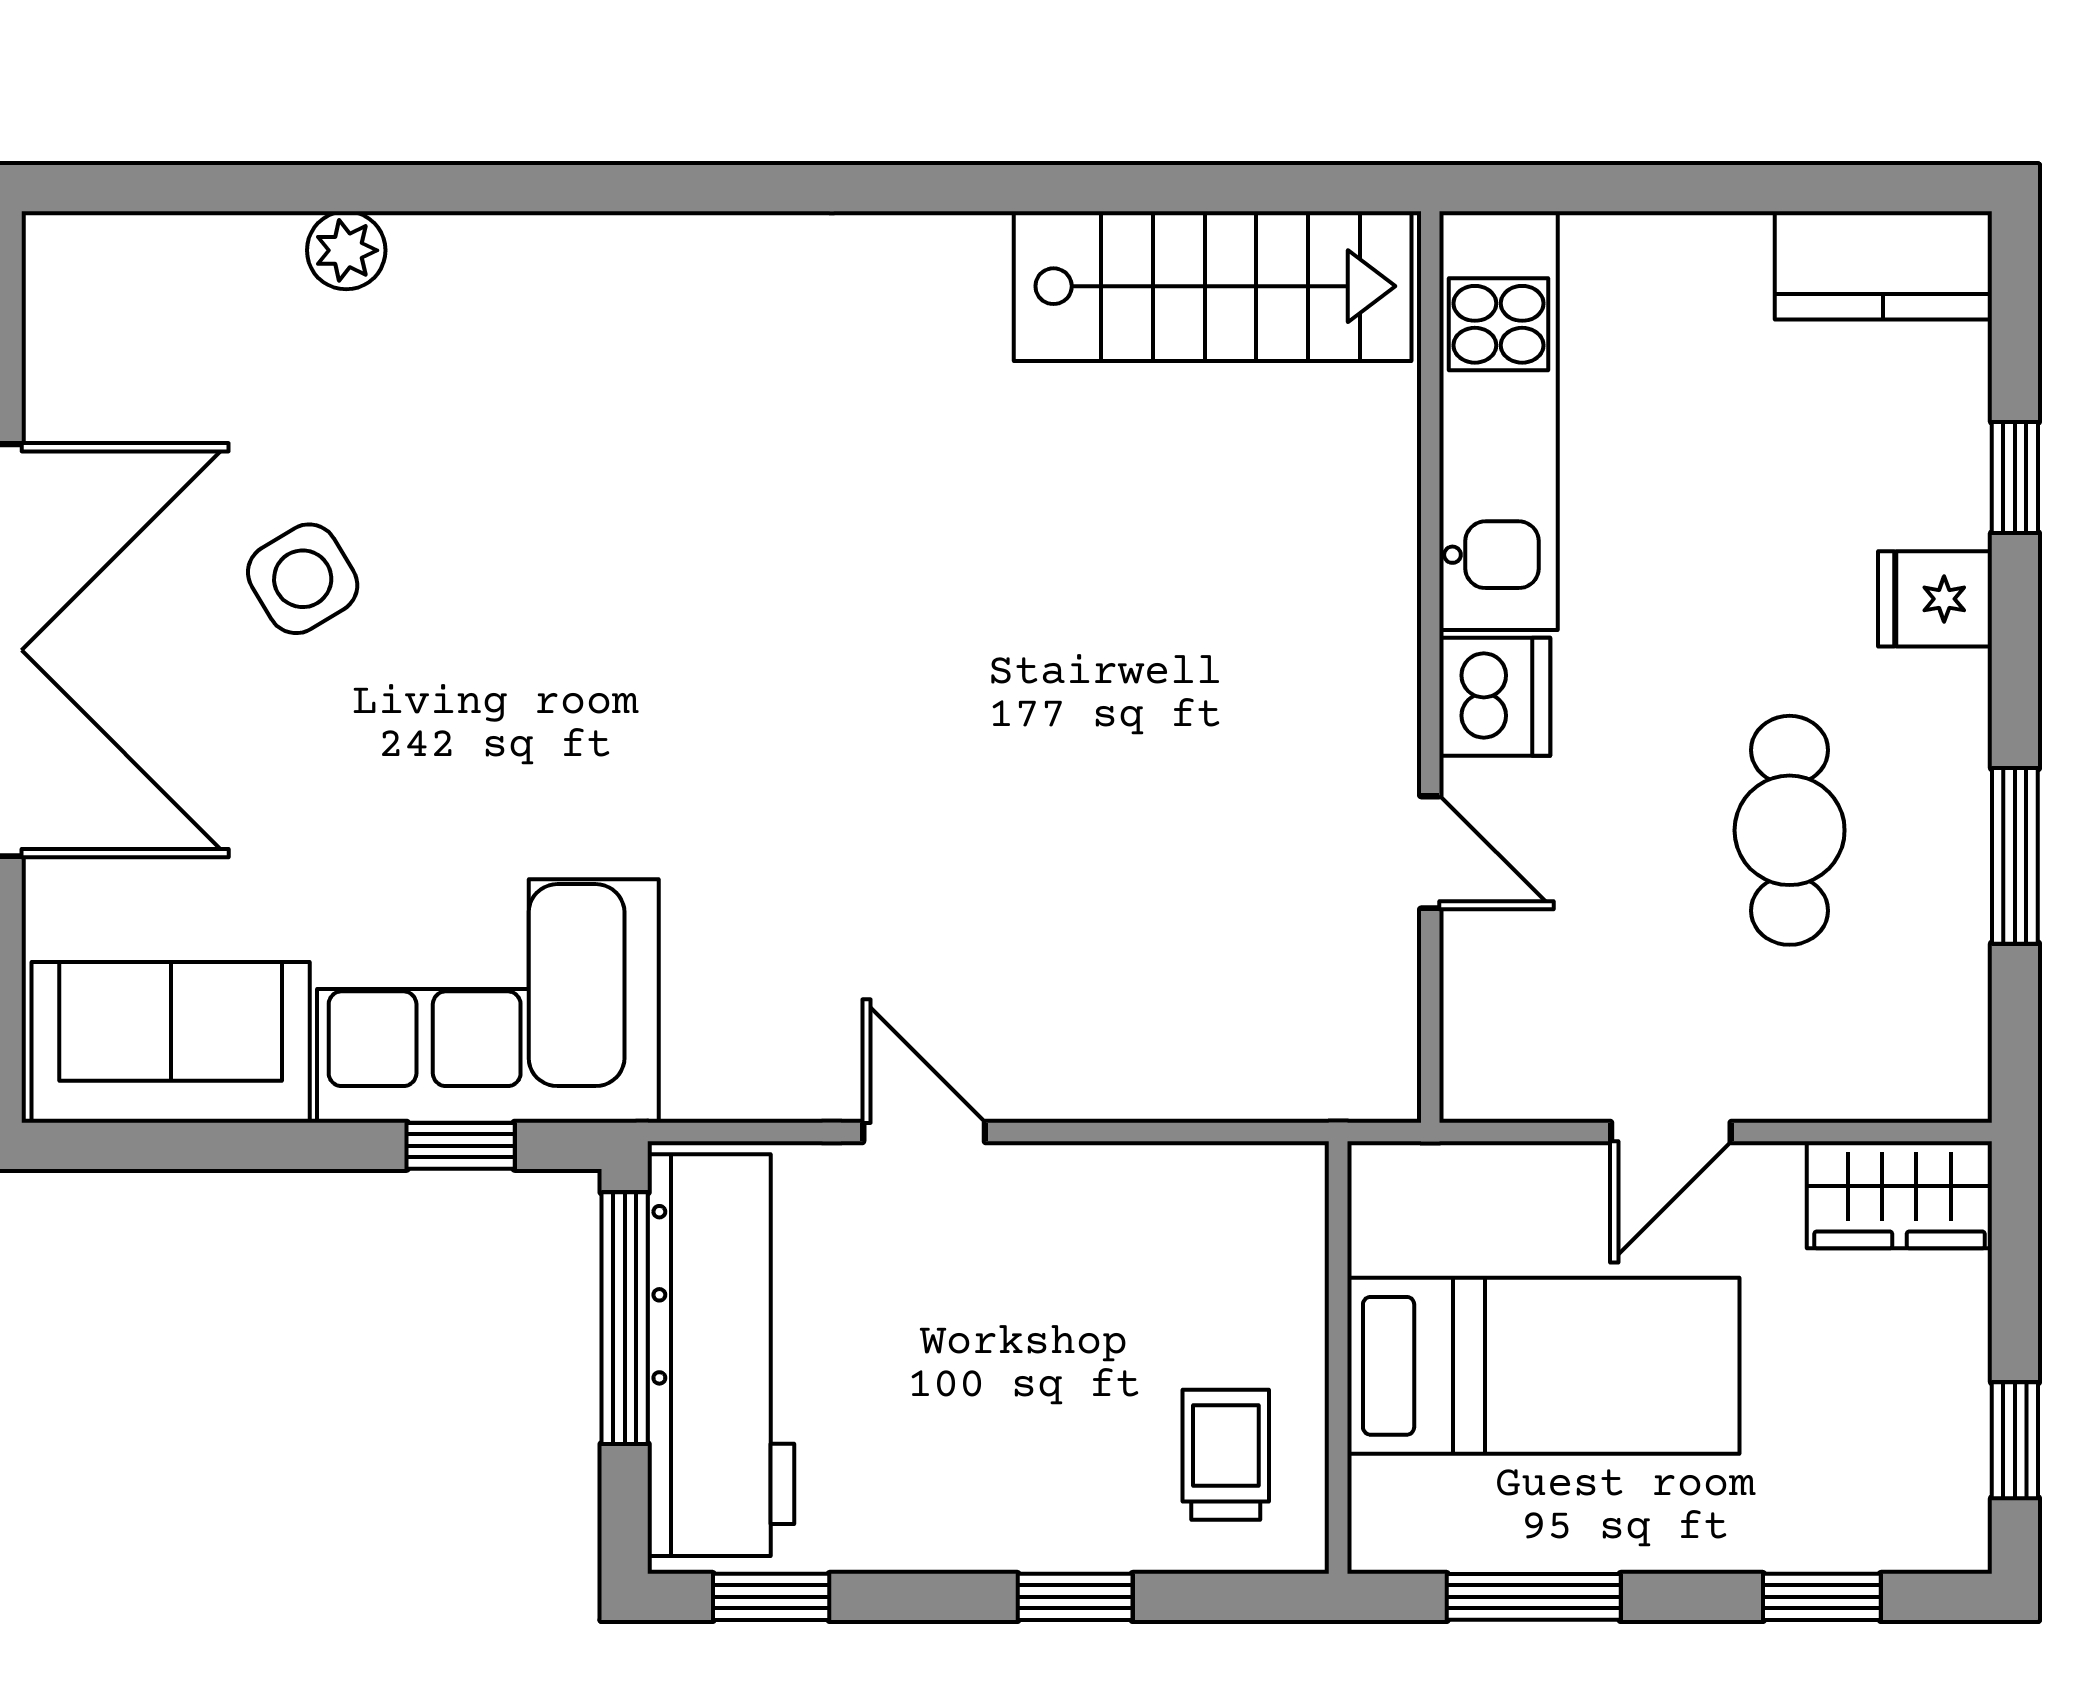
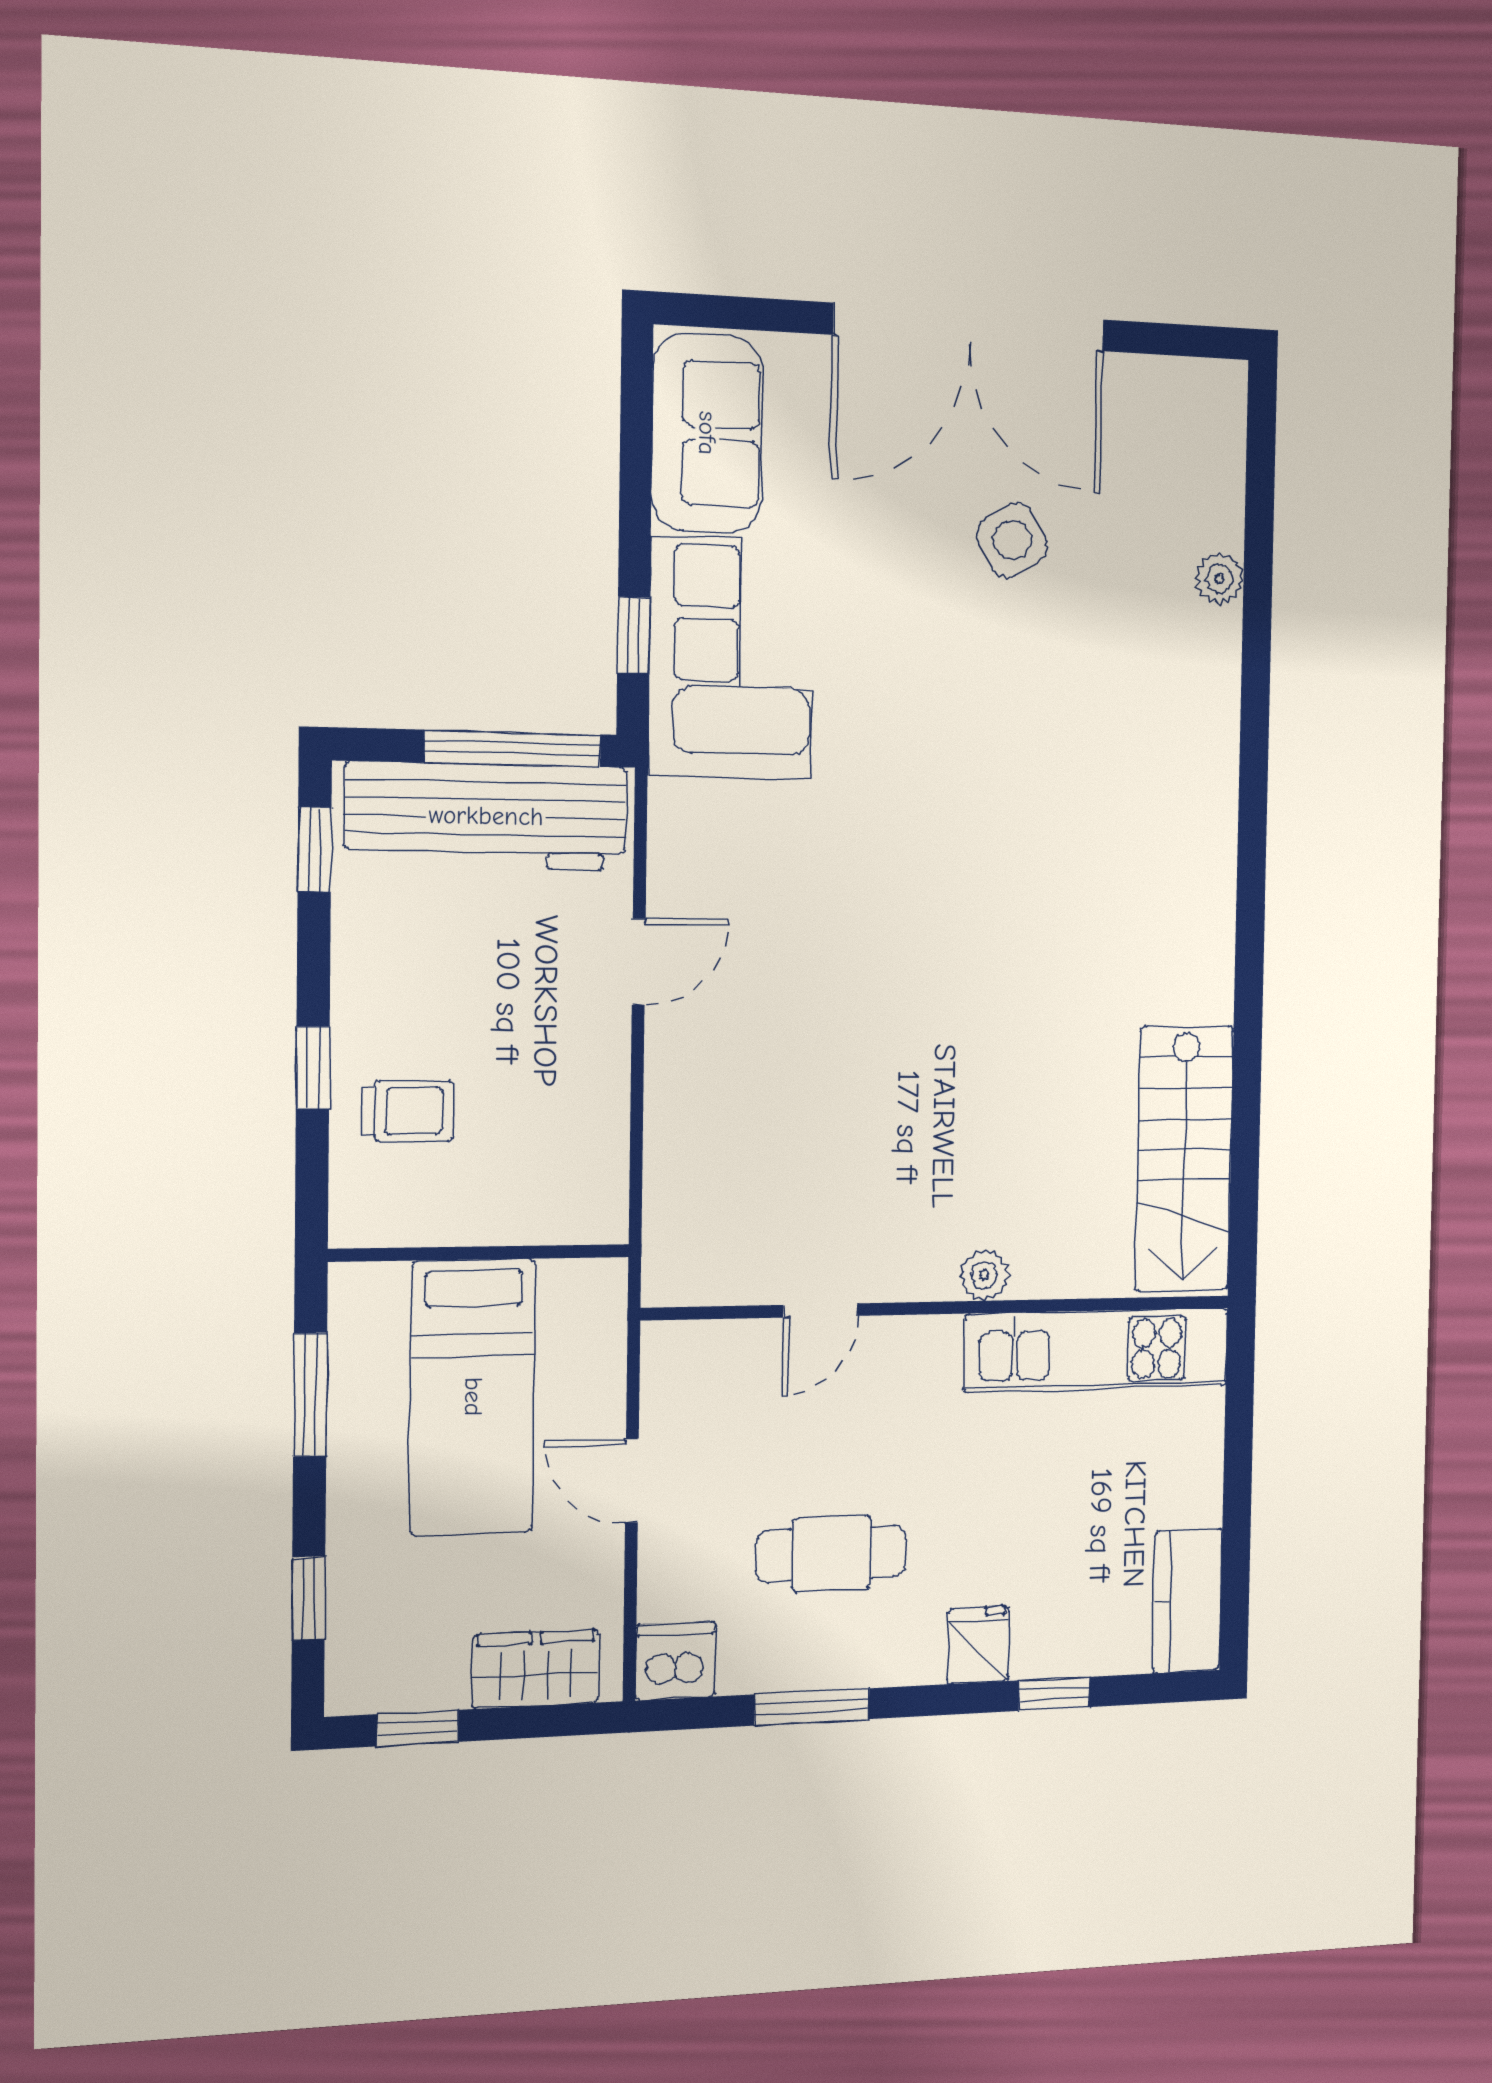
plant: (1383, 601) -> (984, 1275), added
dishwasher: (1495, 697) -> (675, 1661), moved, turned 180
wardrobe: (1899, 1195) -> (536, 1669), moved, turned 90
trolley: (1226, 1455) -> (408, 1111), moved

